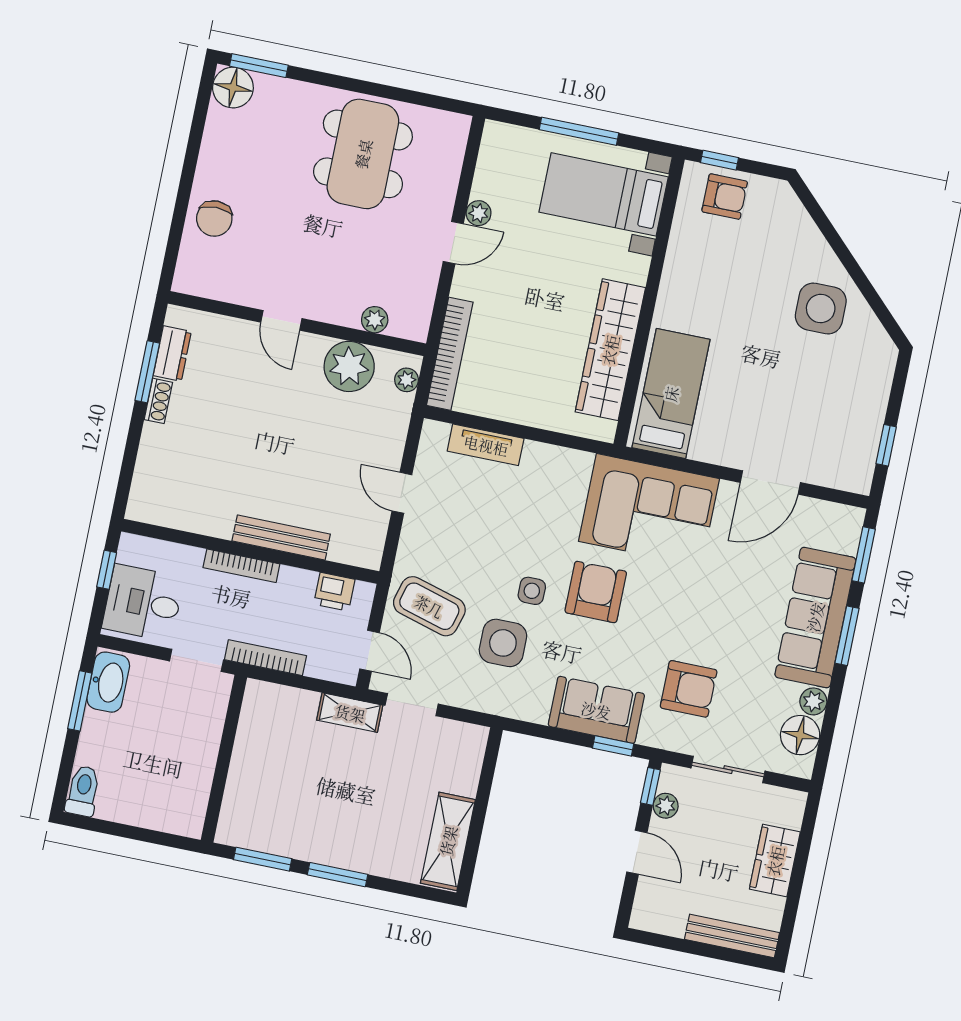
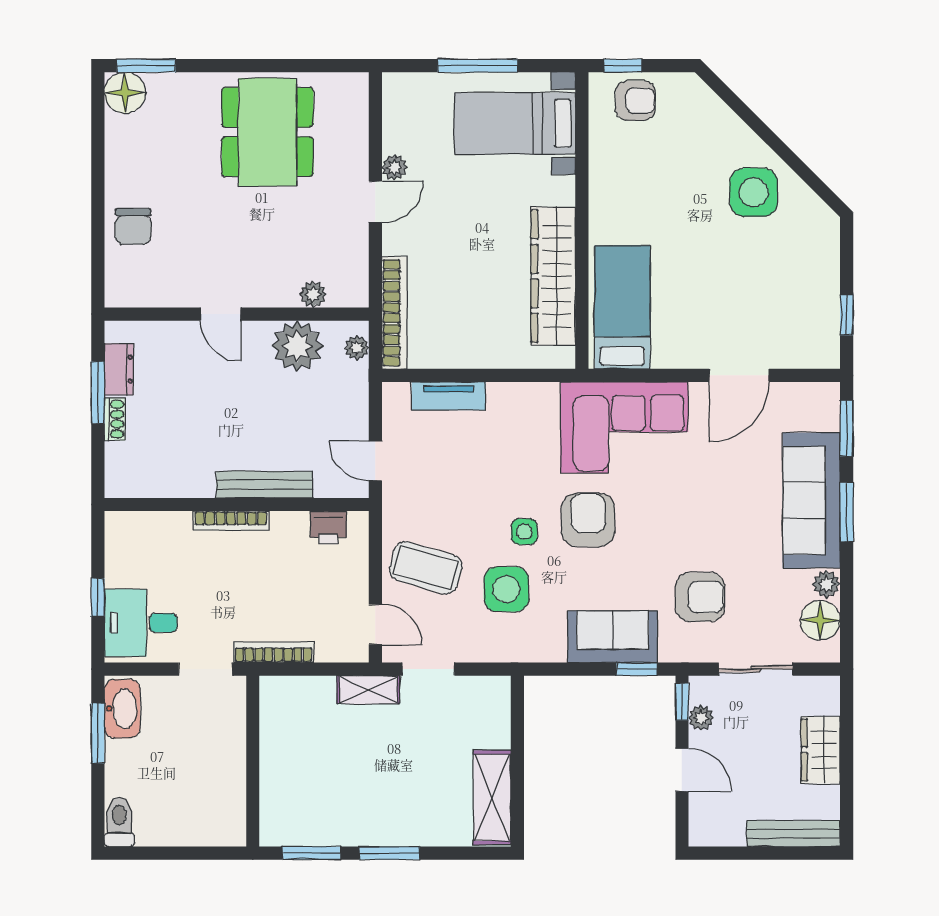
bench: (281, 537) -> (265, 485), moved
wall: (250, 551) -> (237, 505), moved
bookcase: (241, 566) -> (231, 521), moved
printer: (334, 592) -> (328, 528), moved

